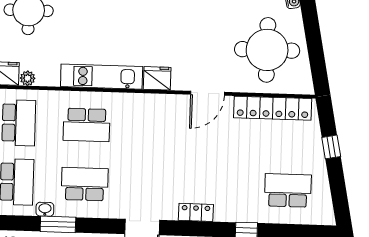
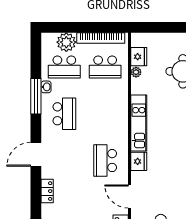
school desk: (87, 125) -> (105, 161), moved
window: (58, 224) -> (36, 96), width x1.44

